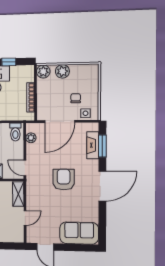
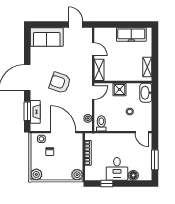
plant: (62, 71) -> (36, 174), moved
door: (60, 121) -> (63, 132), hinge flipped
door: (25, 168) -> (93, 92), hinge flipped
armchair: (64, 180) -> (60, 83), turned 109
door: (25, 218) -> (93, 49), swing flipped

